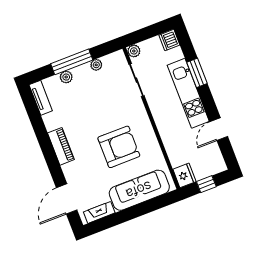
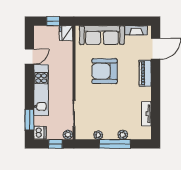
window: (145, 34) -> (55, 144), added
window: (197, 73) -> (29, 120), moved
tv unit: (41, 98) -> (146, 114), moved
piano: (61, 146) -> (145, 73), moved

